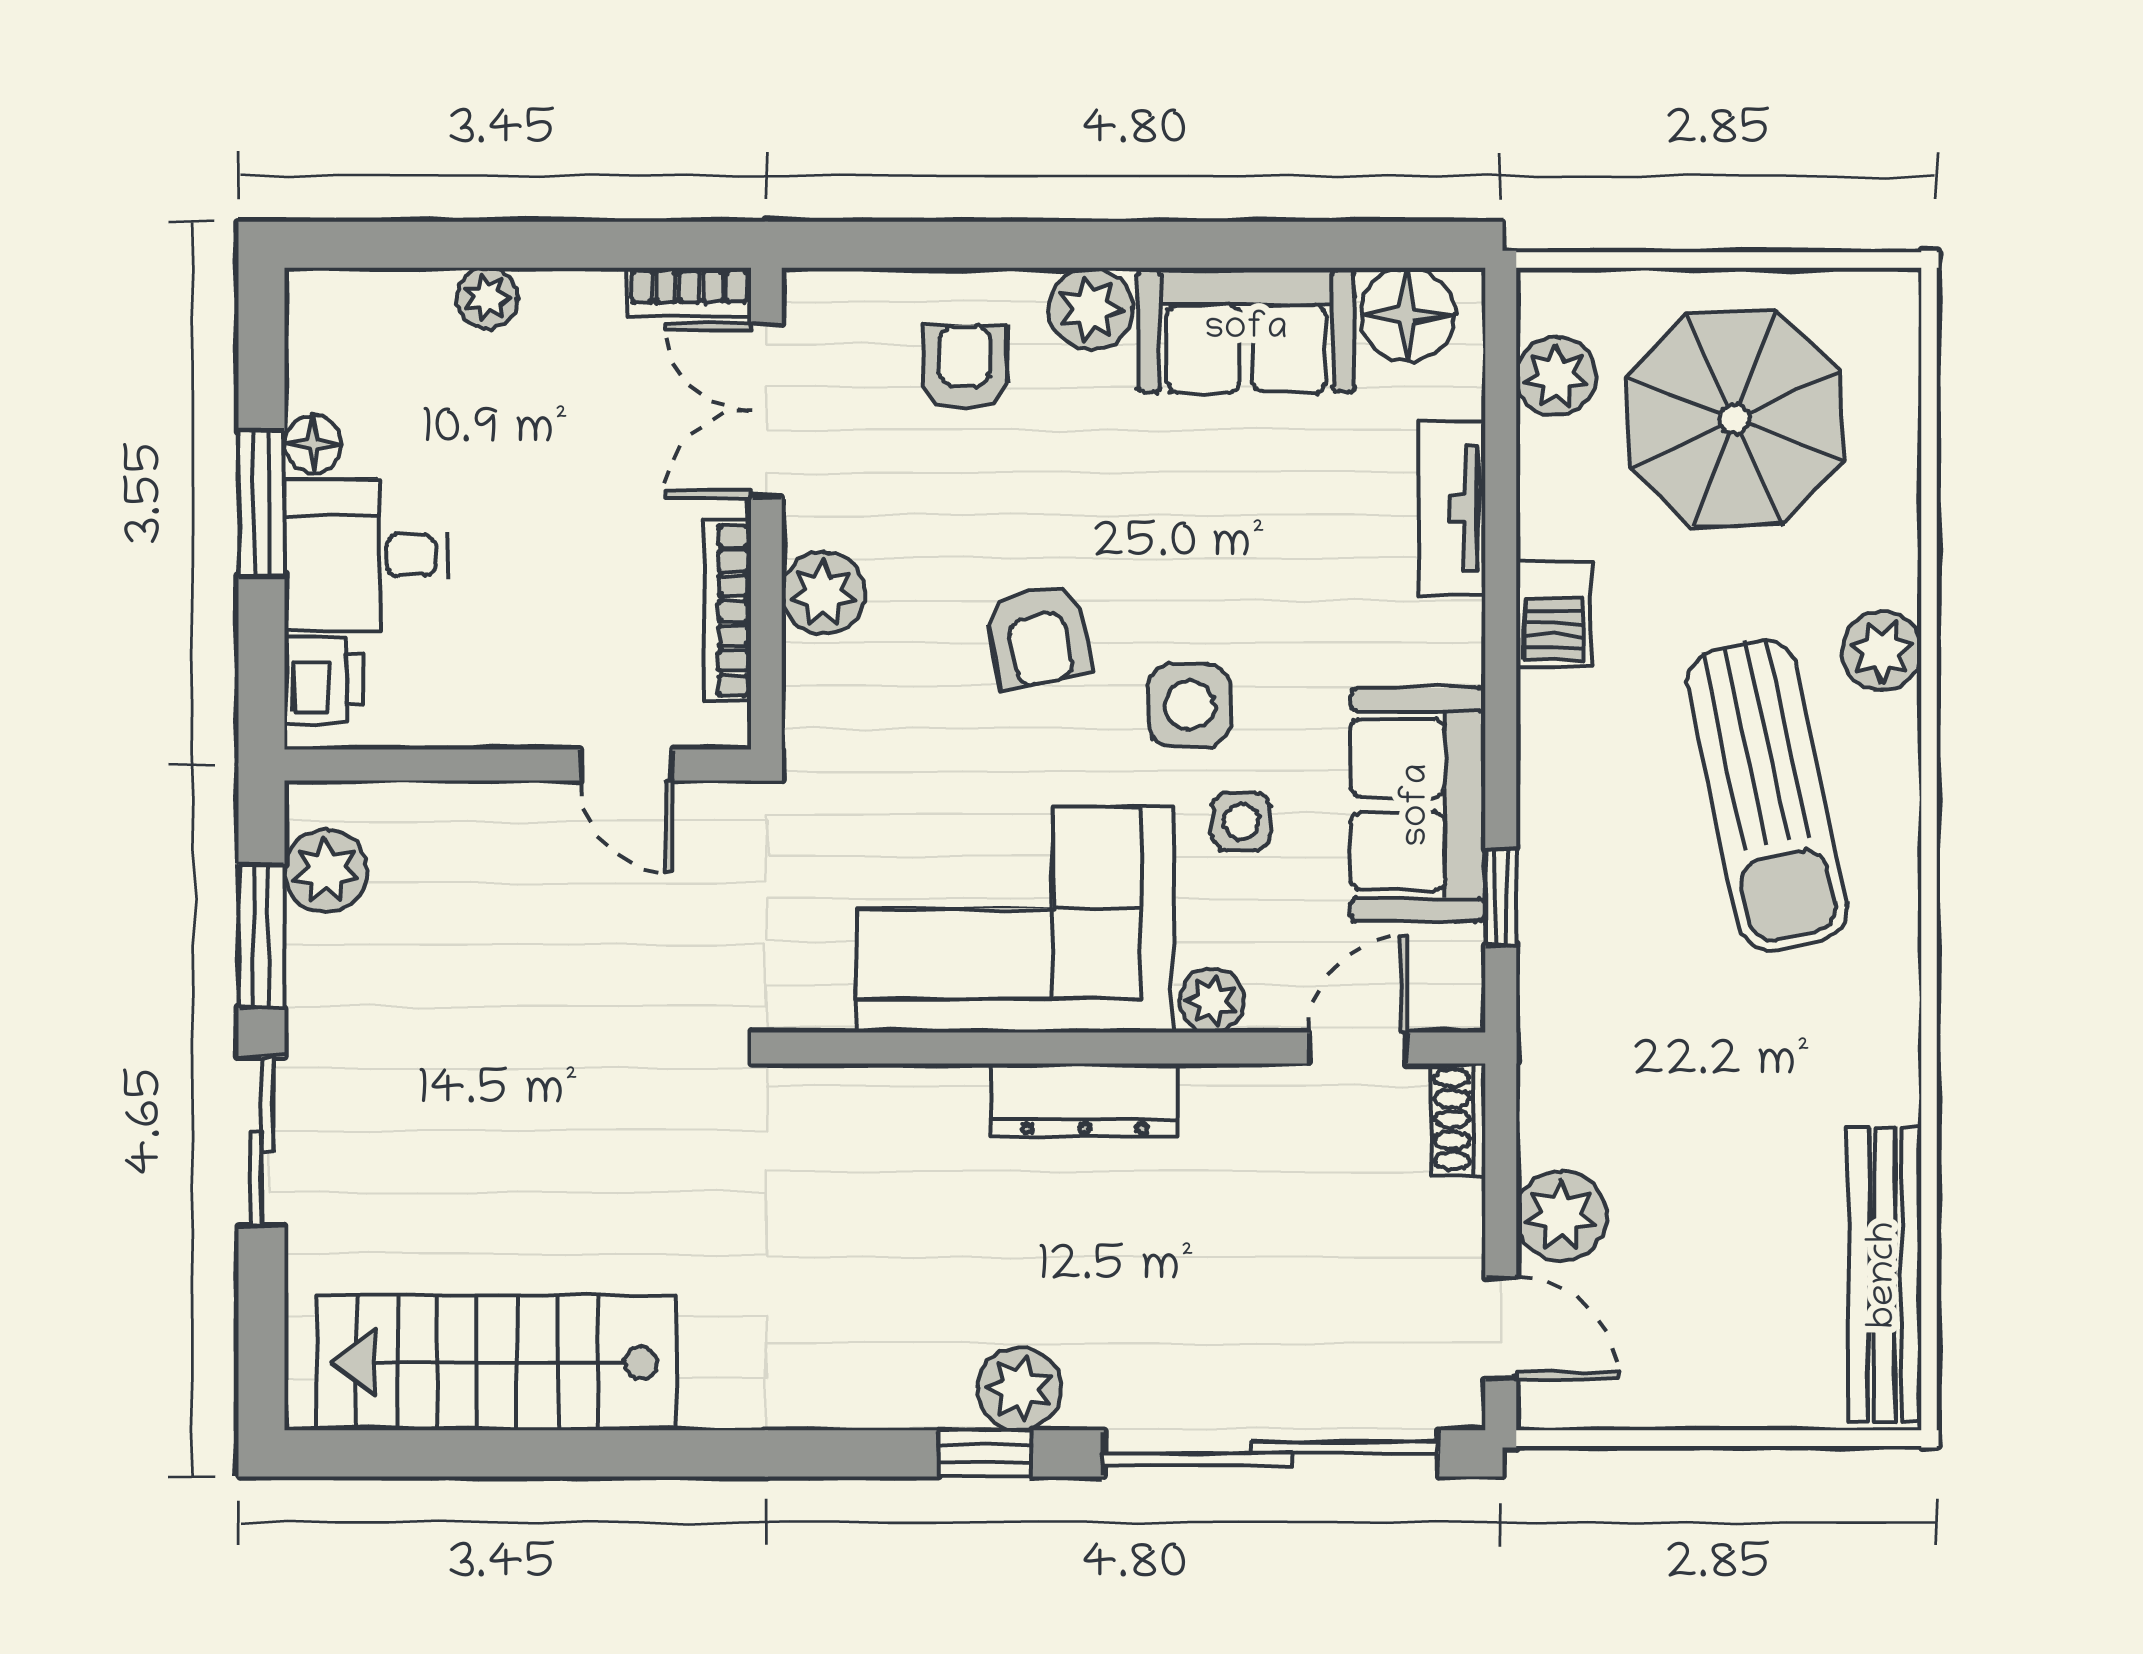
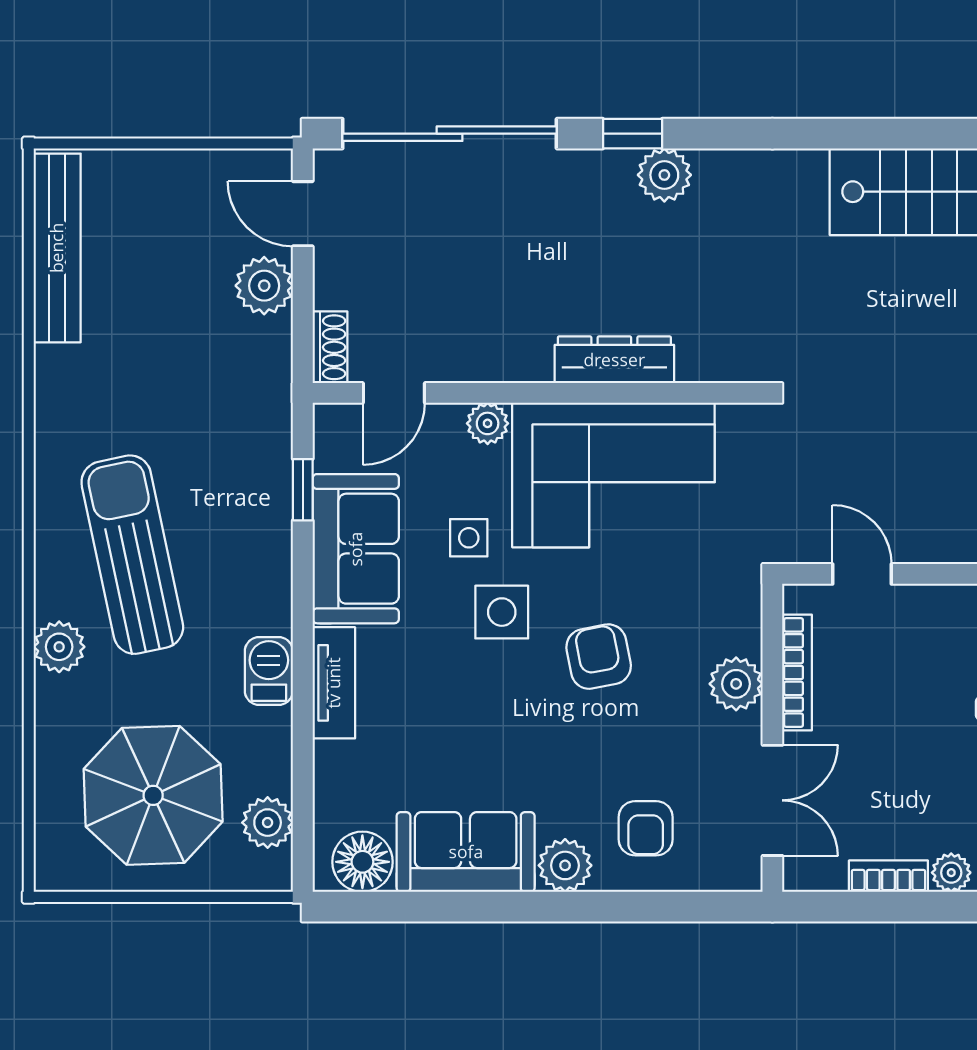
bookcase: (689, 292) -> (888, 876), moved
tv unit: (1452, 508) -> (334, 683), moved
dresser: (1084, 1100) -> (614, 360), moved
plant: (1019, 1389) -> (664, 175), moved

